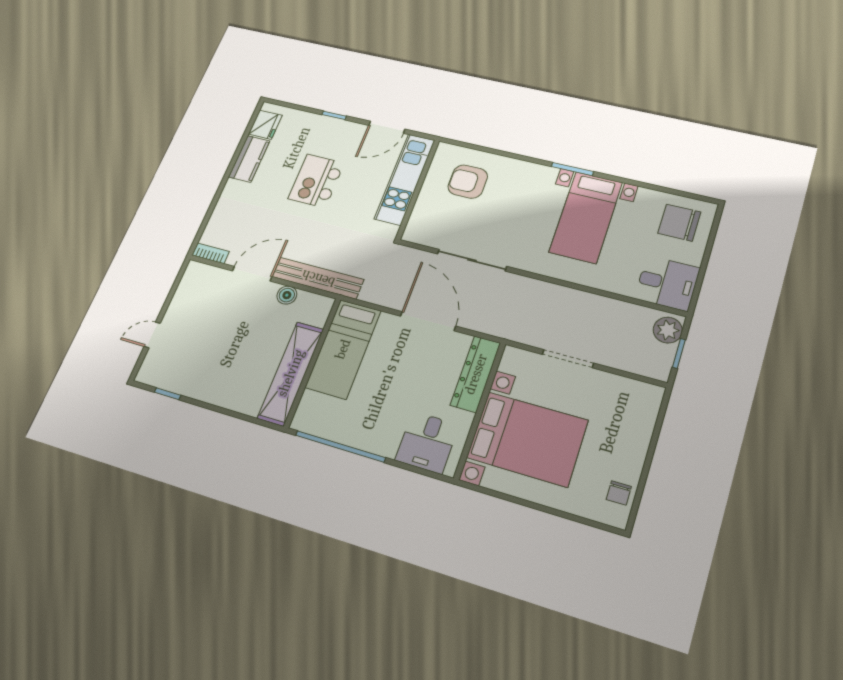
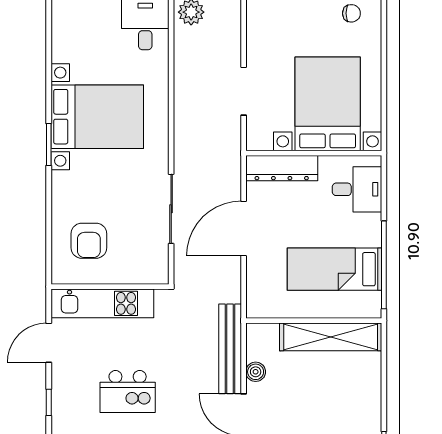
door: (387, 127) -> (49, 343), swing flipped
bed with nightstands: (586, 217) -> (97, 117), width x1.36
chair: (679, 223) -> (80, 30), removed
bed: (343, 349) -> (334, 269), moved, turned 180

